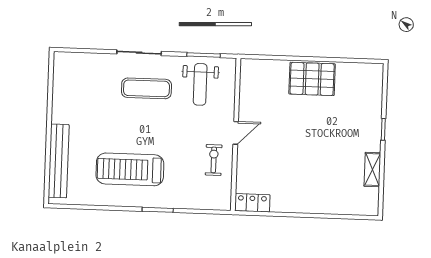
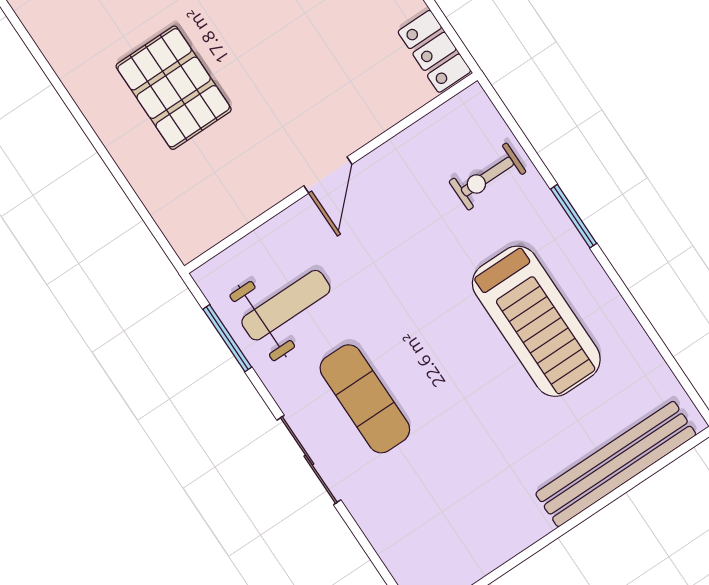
pallet: (312, 79) -> (174, 88), moved
door: (236, 133) -> (328, 175), swing flipped
exercise bike: (214, 160) -> (487, 177), moved

